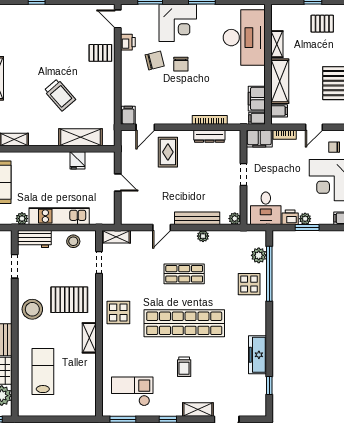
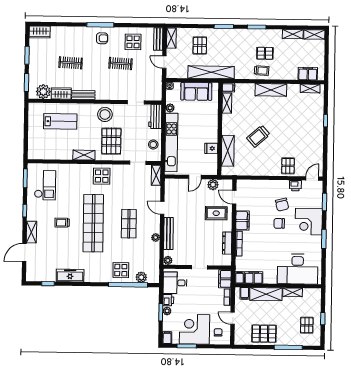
filing cabinet: (128, 115) -> (242, 221), moved, width x2.00
plant: (128, 157) -> (213, 185), added
kitchen unit: (59, 216) -> (171, 142), width x1.36

